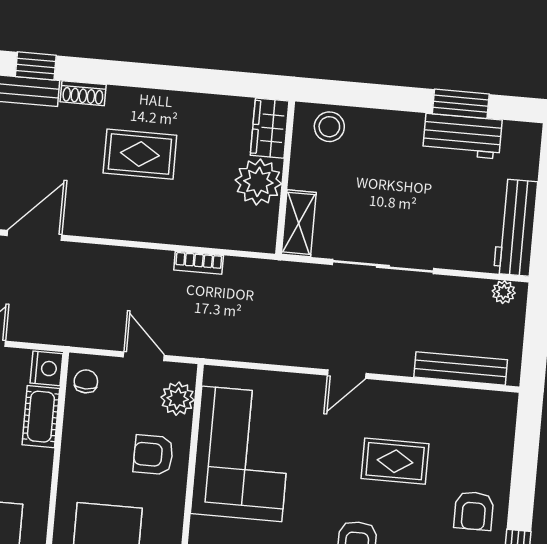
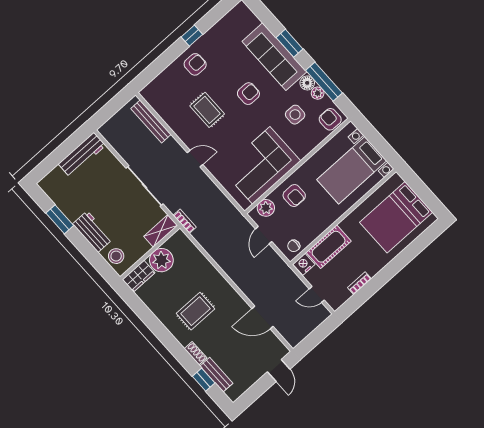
workbench: (462, 136) -> (93, 232), moved
rug: (140, 154) -> (196, 311), turned 90
bookcase: (199, 263) -> (185, 221), moved
plant: (504, 292) -> (109, 135), removed
cot: (41, 417) -> (329, 247), width x1.37, depth x1.34

